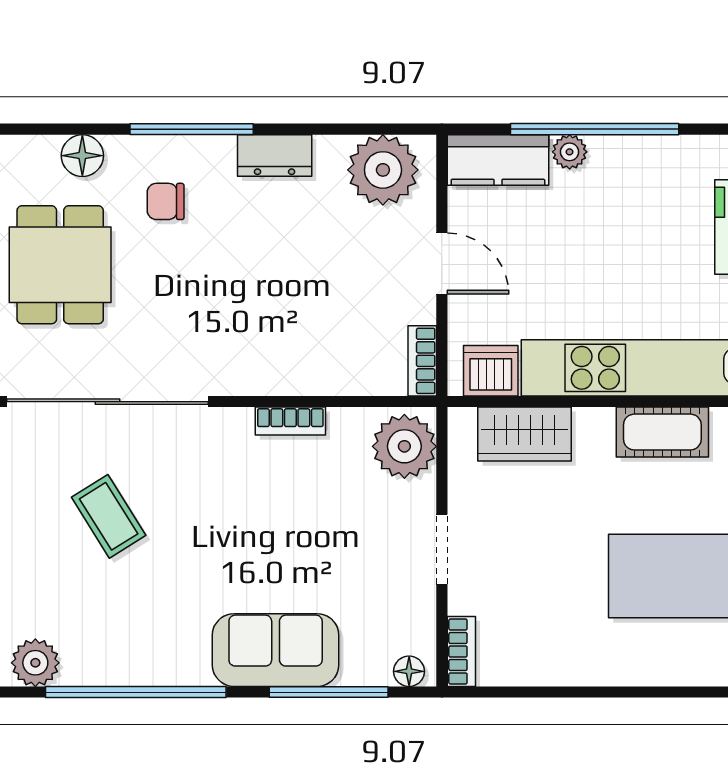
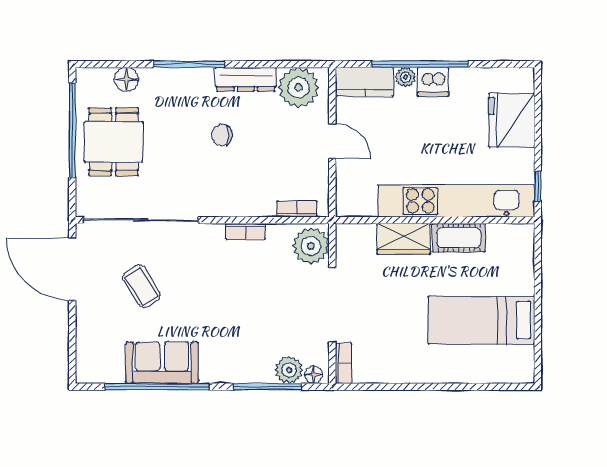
dresser: (275, 155) -> (246, 79), width x1.44
chair: (166, 201) -> (222, 135), moved
bookcase: (422, 361) -> (297, 209), moved, turned 90
dishwasher: (491, 371) -> (433, 82), moved, turned 180
wardrobe: (525, 434) -> (404, 239), moved
doorway: (442, 549) -> (332, 305), width x1.87
sofa: (276, 650) -> (162, 363), moved
plant: (35, 663) -> (289, 370), moved

